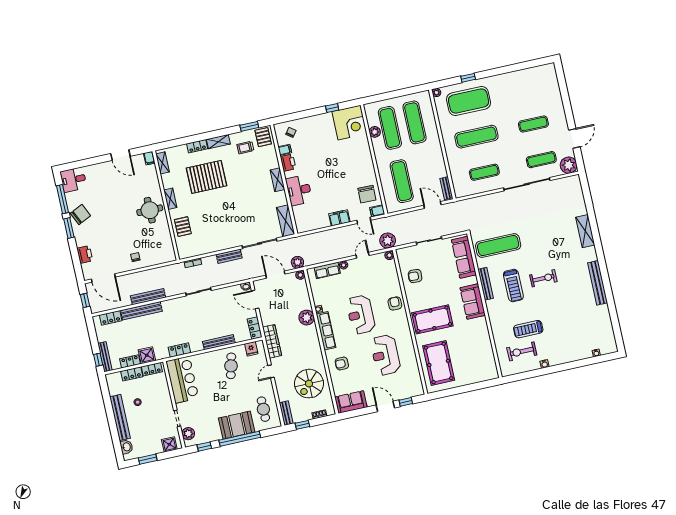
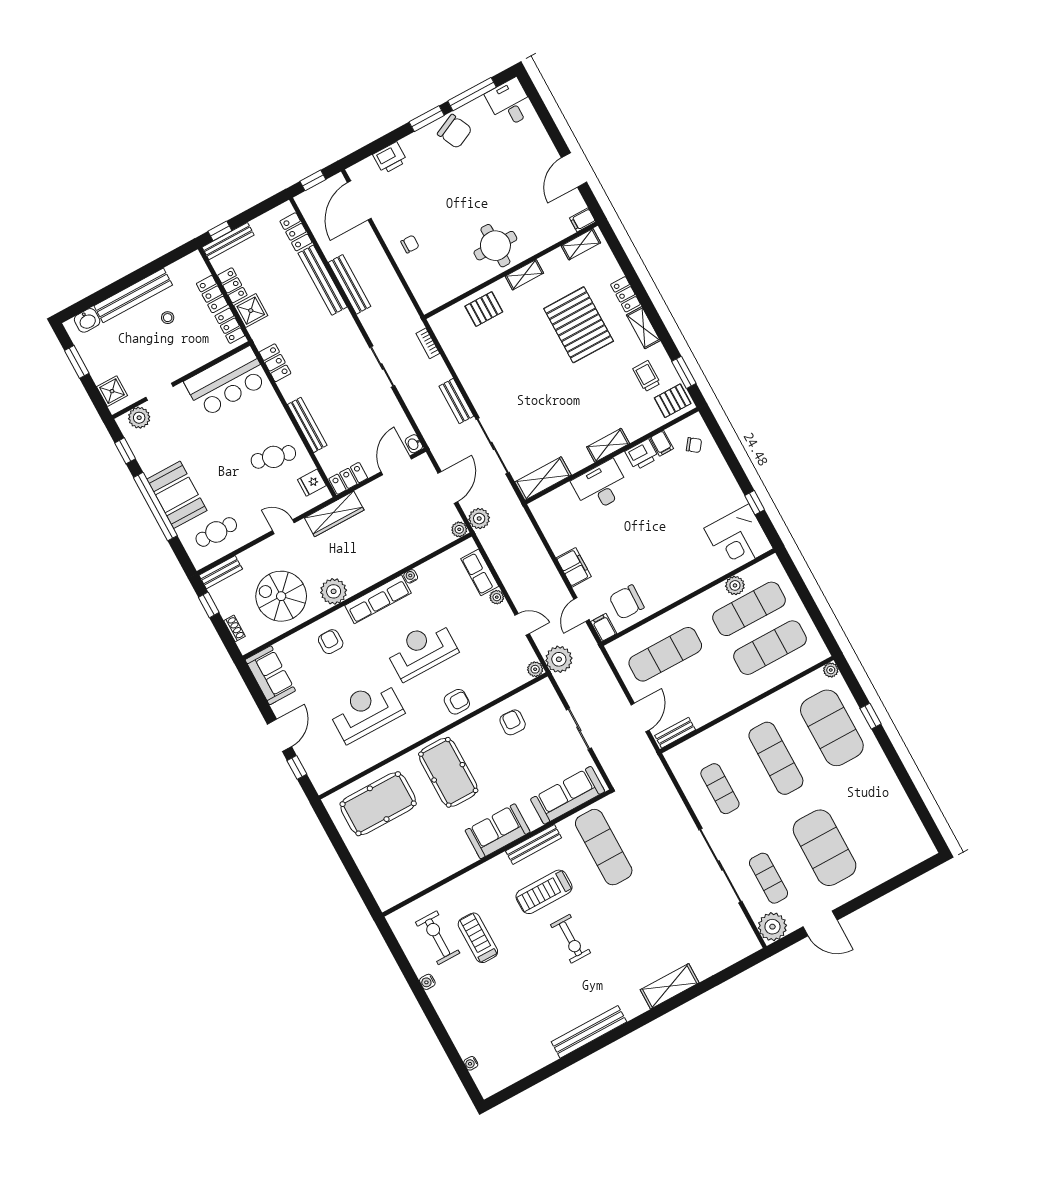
exercise mat: (533, 124) -> (825, 848), width x2.00, depth x1.45
plant: (307, 318) -> (334, 591), moved

